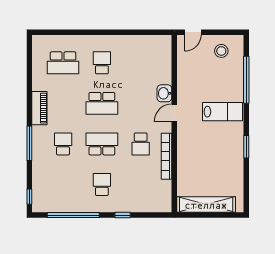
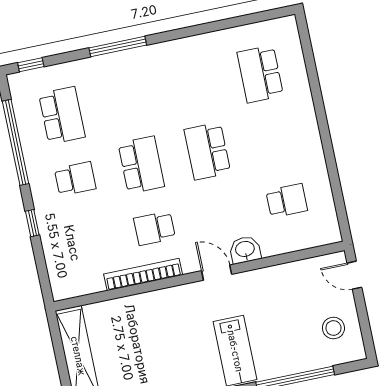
school desk: (102, 63) -> (287, 201), moved
piano: (39, 108) -> (178, 51), removed
school desk: (63, 144) -> (62, 115), moved, width x1.85

